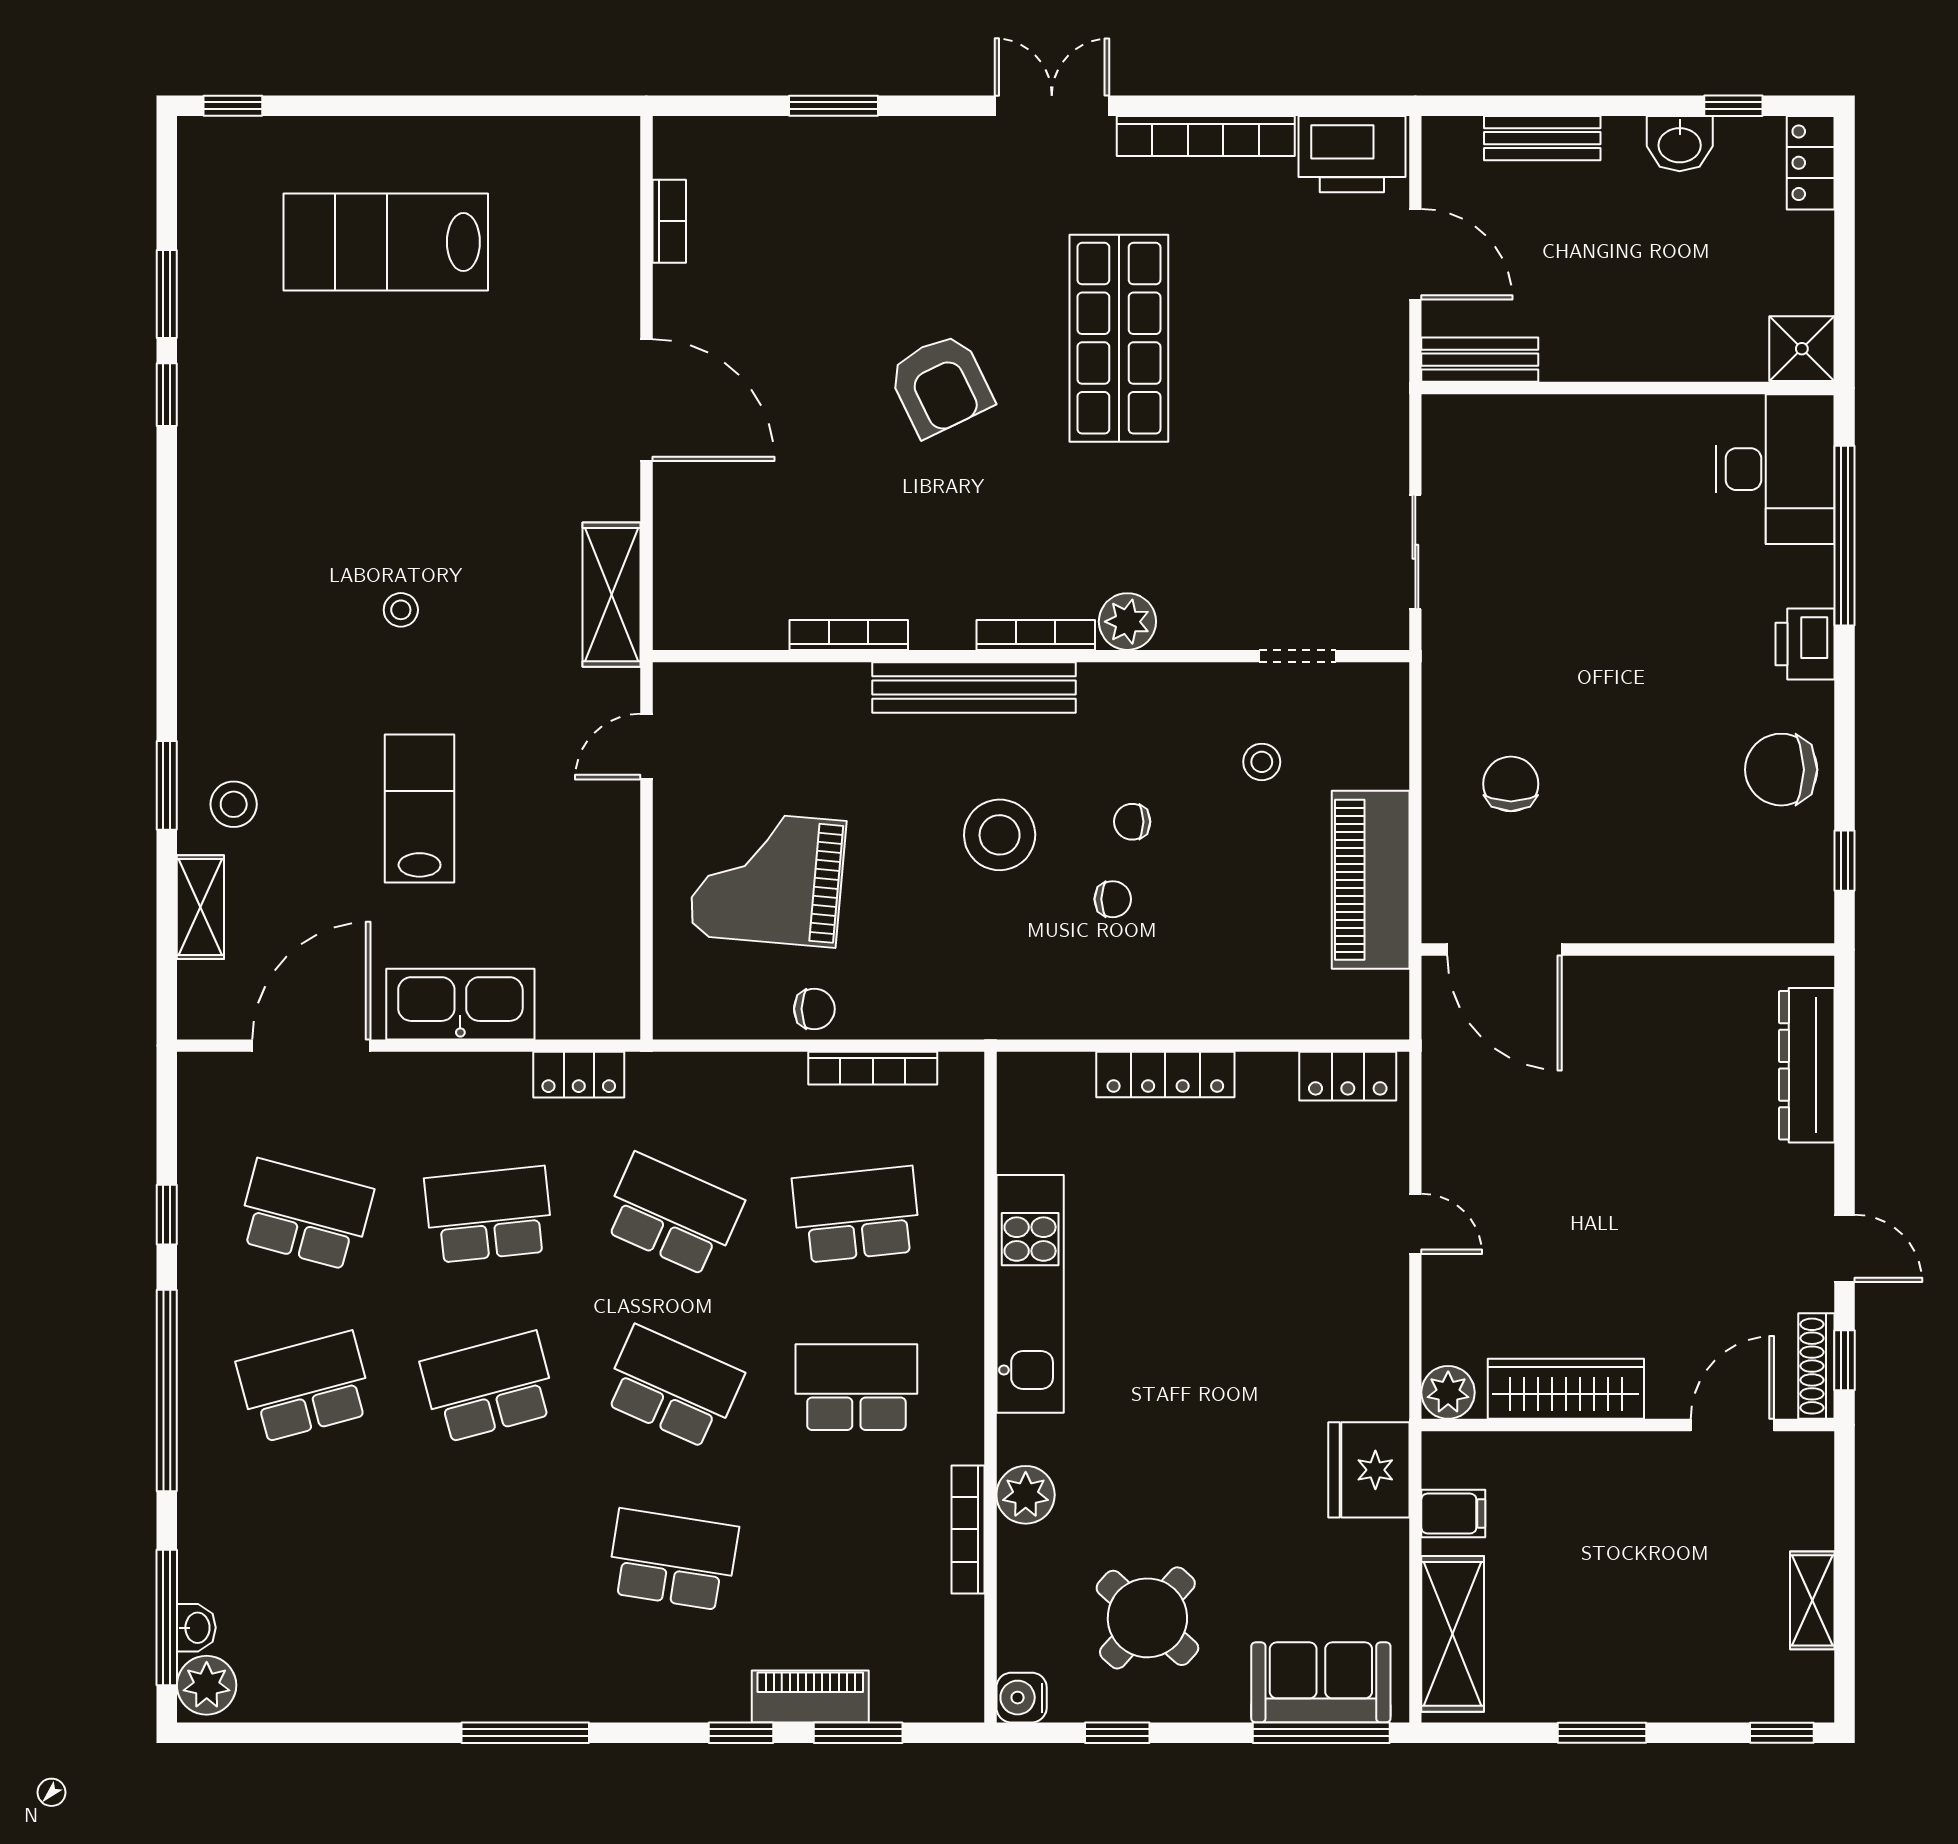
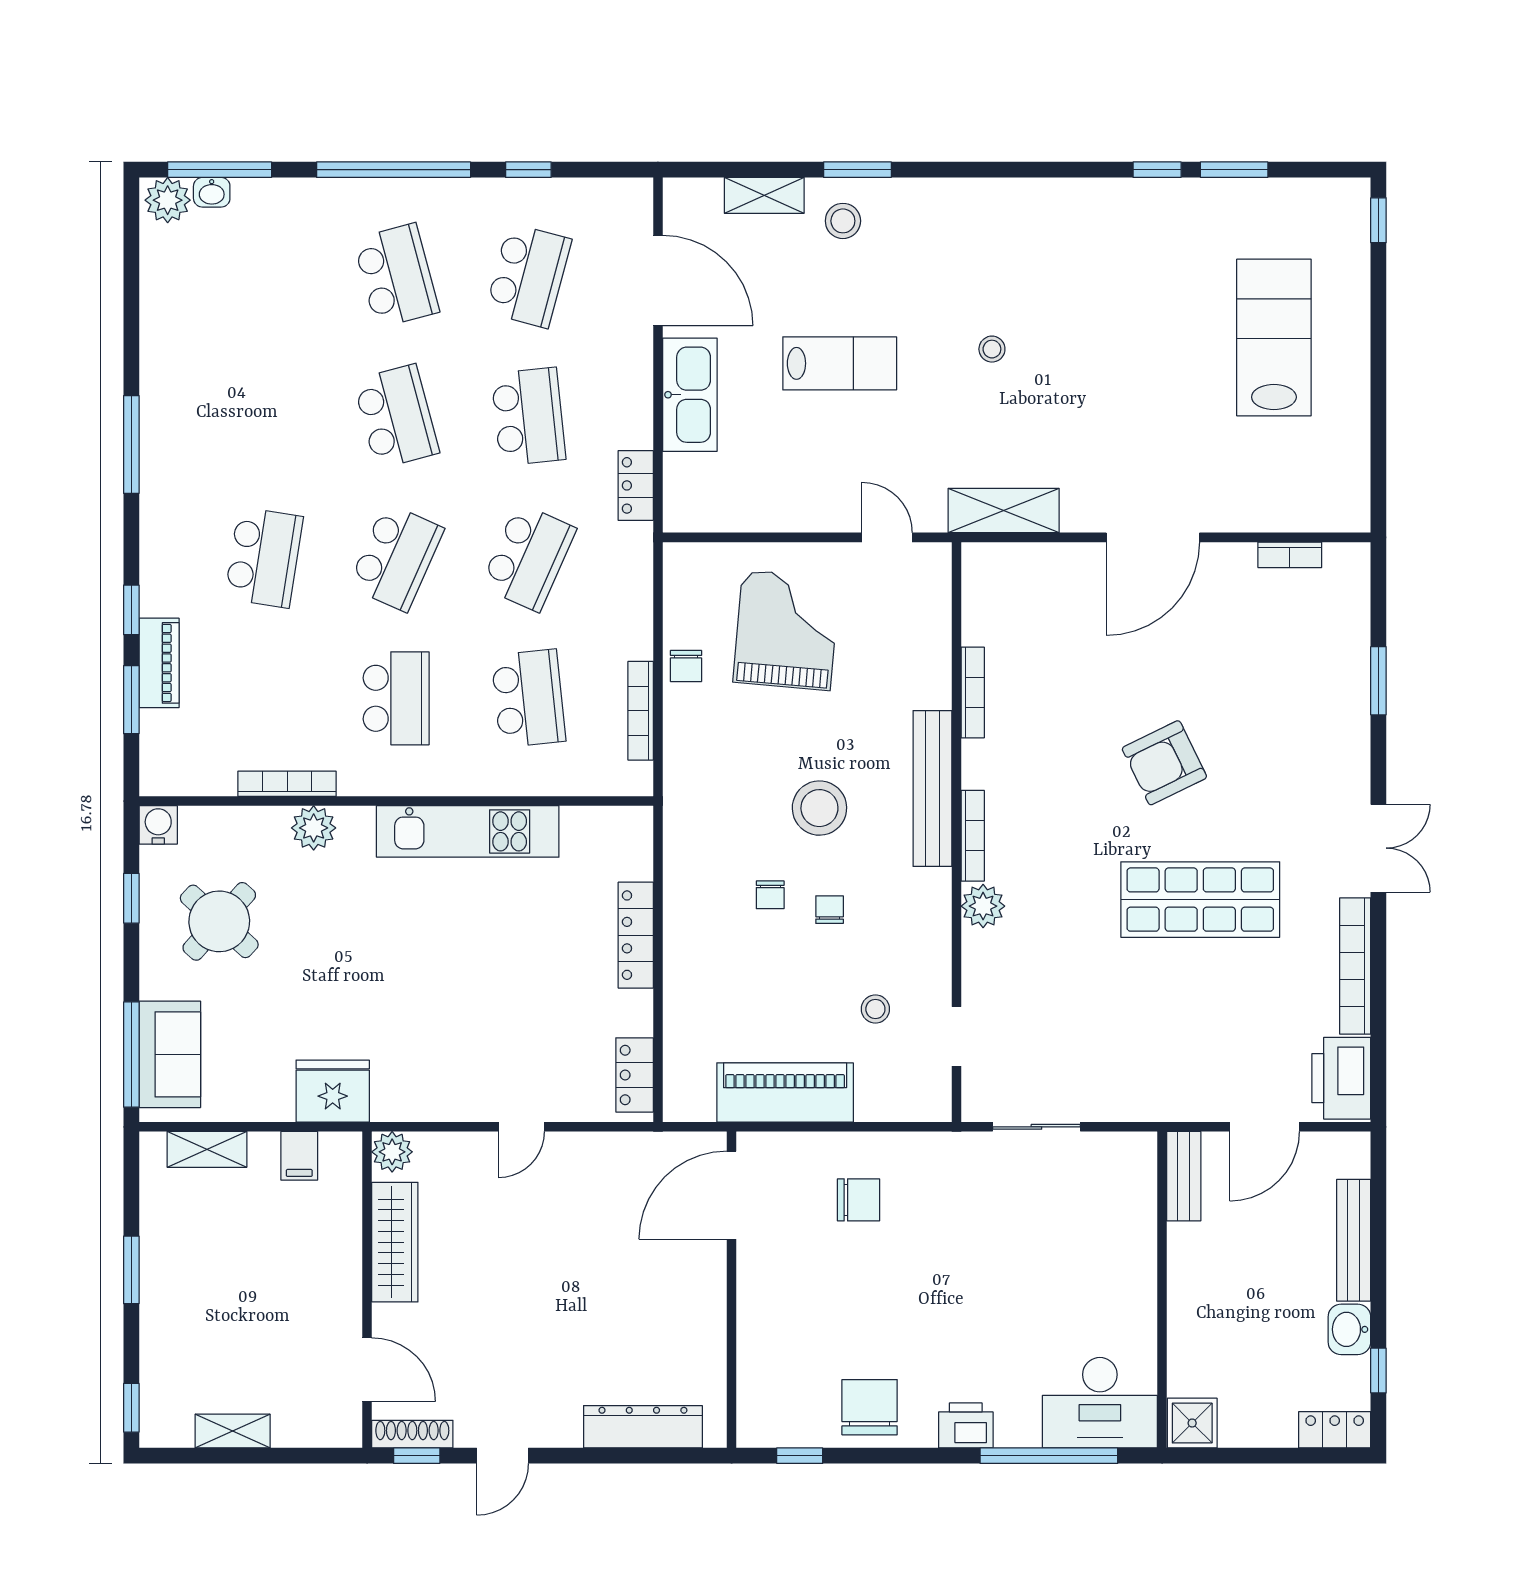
bench: (1542, 138) -> (1354, 1240), width x1.36
shelving: (1453, 1634) -> (207, 1149), width x0.67, depth x0.75

